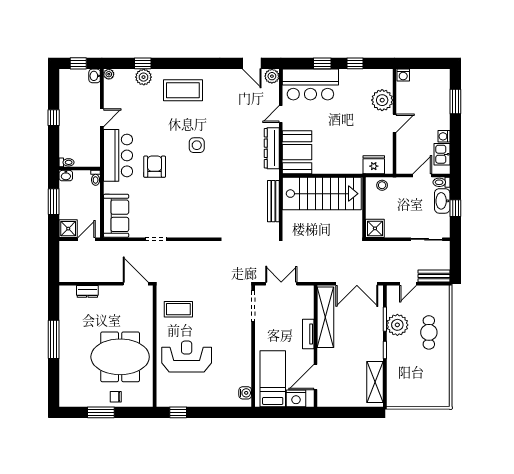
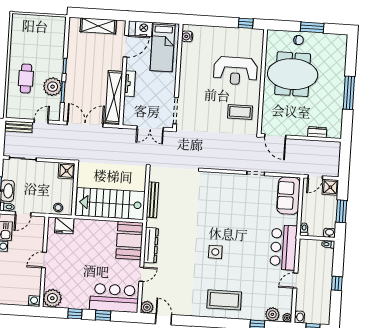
plant: (144, 77) -> (272, 314), moved
plant: (382, 100) -> (52, 298), moved
armchair: (155, 167) -> (253, 236), removed
shelving: (375, 382) -> (98, 26), moved, turned 90

